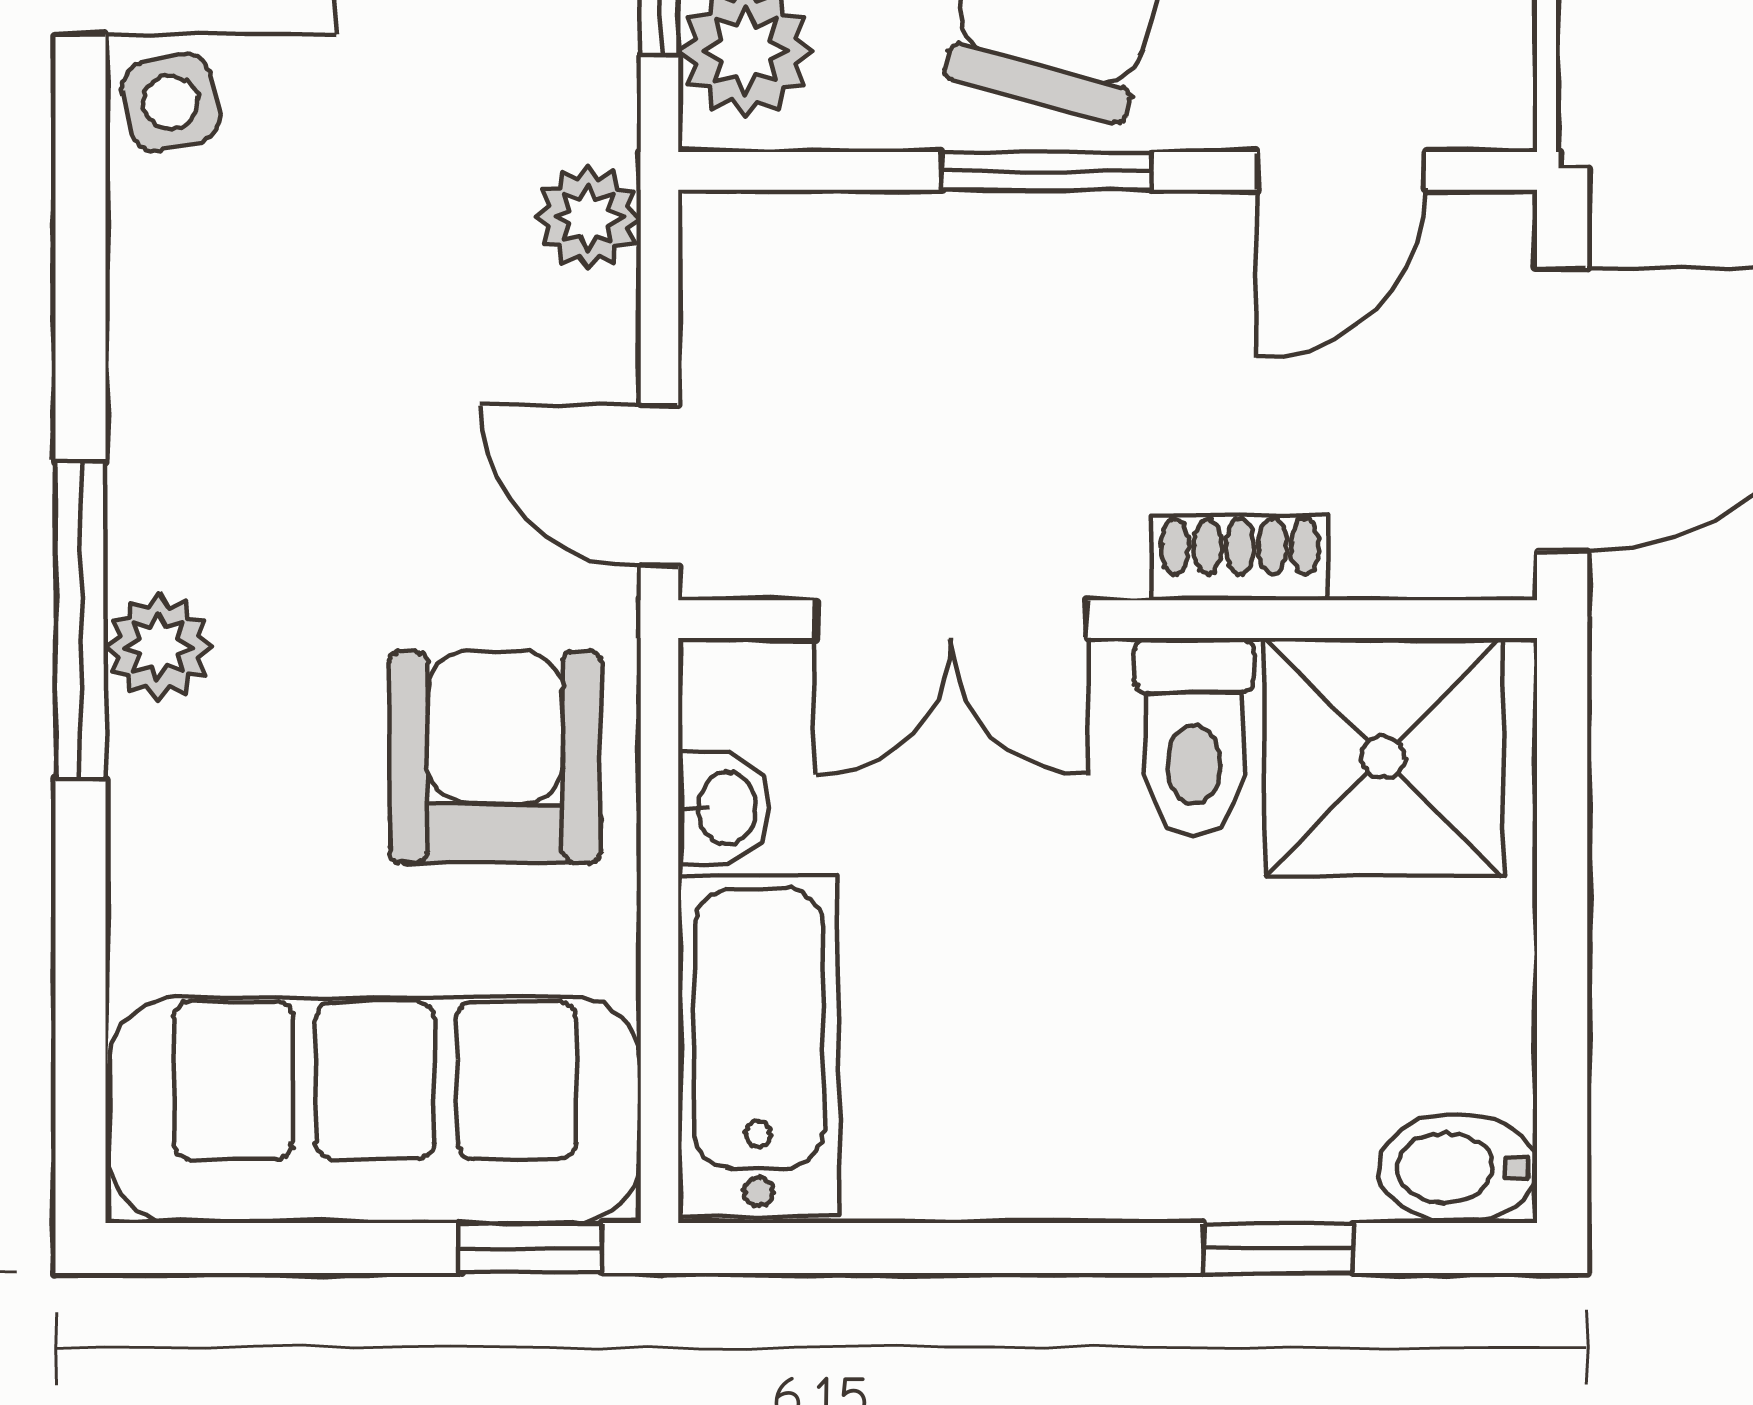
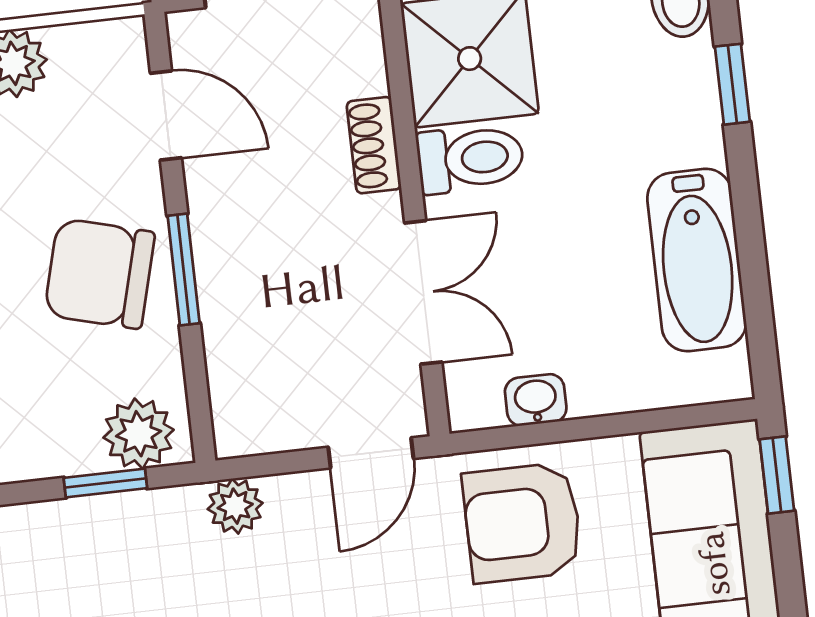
bathtub: (759, 1045) -> (697, 260), moved, turned -90

